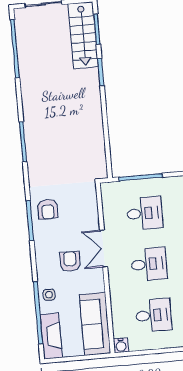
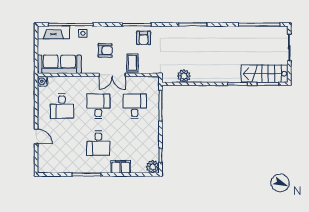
plant: (96, 148) -> (184, 76), added
armchair: (48, 209) -> (144, 38), turned -90
desk: (145, 213) -> (135, 106), turned 180
coffee table: (84, 222) -> (132, 63), added
double door: (104, 249) -> (112, 75), swing flipped
desk: (149, 264) -> (98, 106), turned 180

